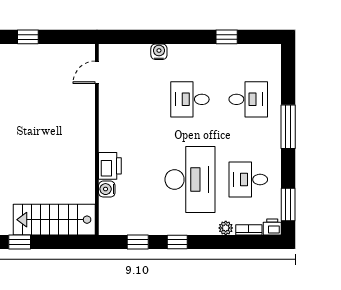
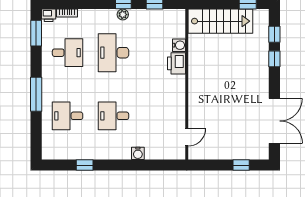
desk: (190, 99) -> (113, 116), turned 180
desk: (190, 180) -> (113, 53), width x0.73, depth x0.77
plant: (226, 228) -> (123, 15), moved

